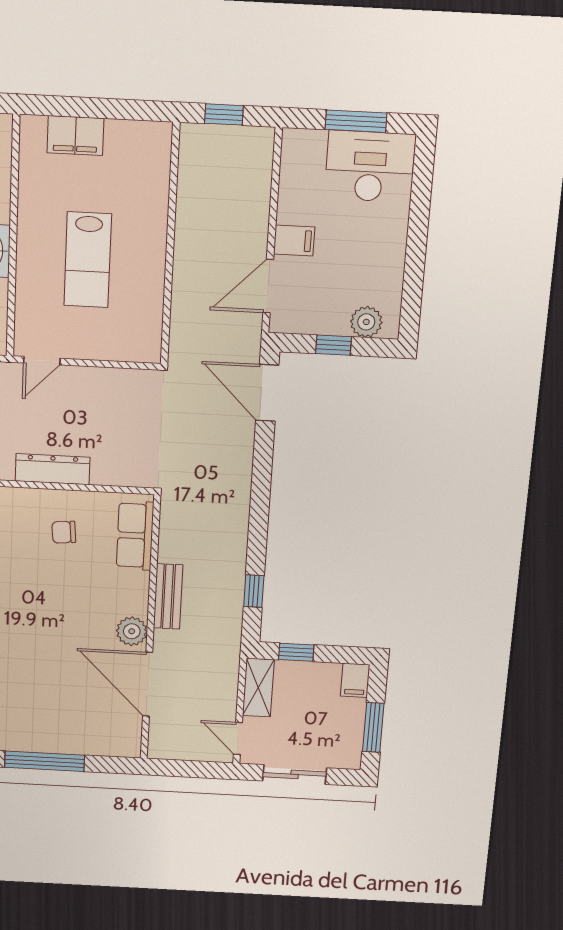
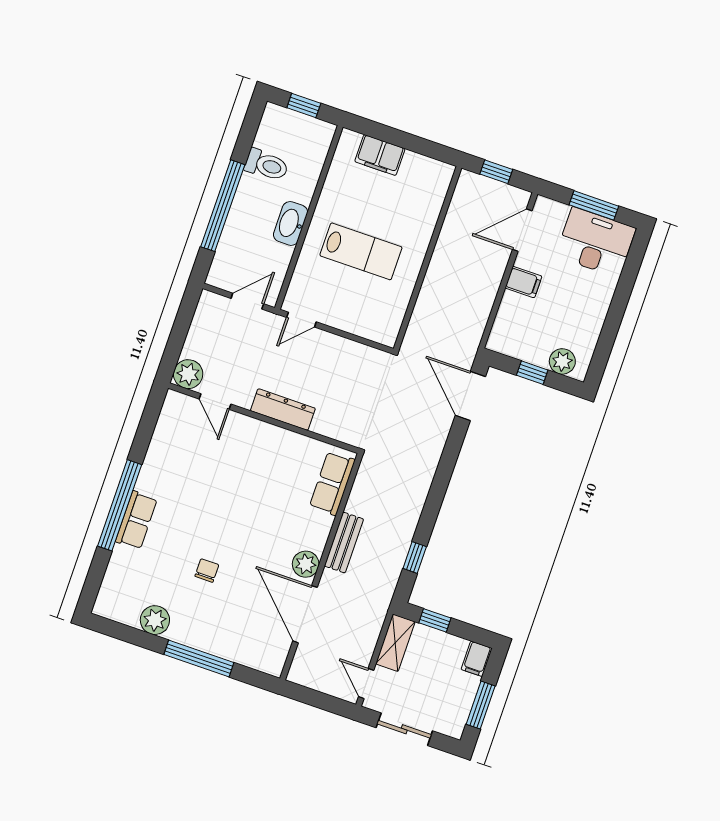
lab bench: (88, 260) -> (361, 251), turned -90
door: (268, 286) -> (522, 230), moved
chair: (64, 532) -> (207, 570), moved, turned 95

